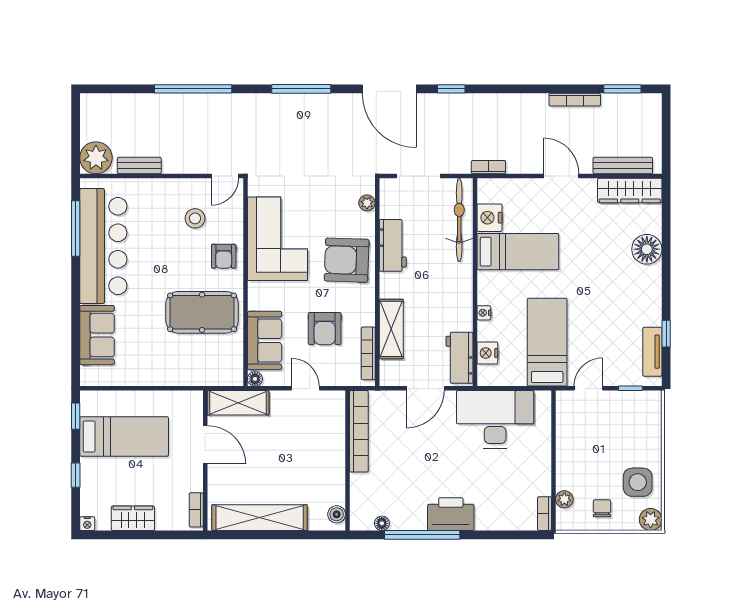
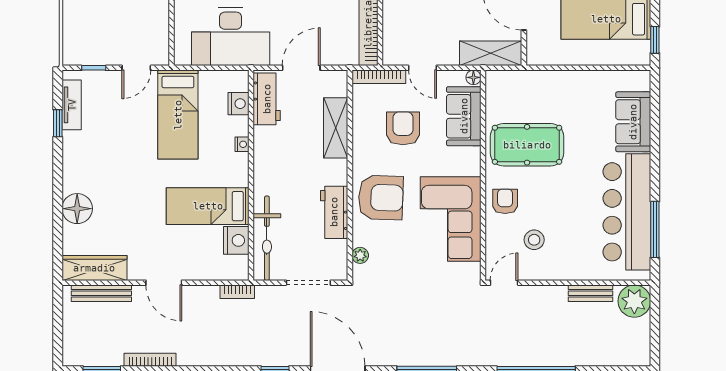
bookcase: (368, 353) -> (379, 77), moved, turned 90

